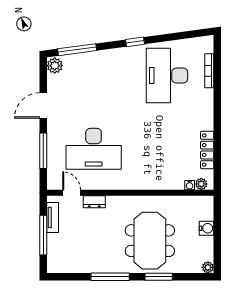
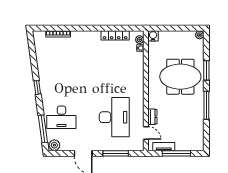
desk: (167, 75) -> (61, 117), moved, width x0.73, depth x0.77
door: (72, 193) -> (146, 133), swing flipped
water cooler: (206, 228) -> (153, 36), moved

